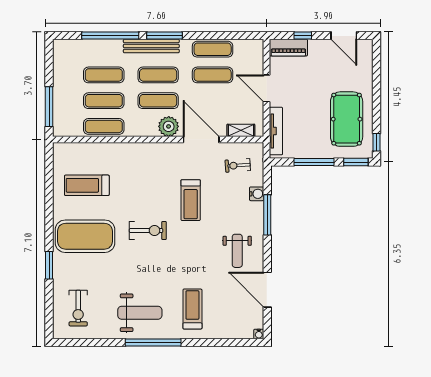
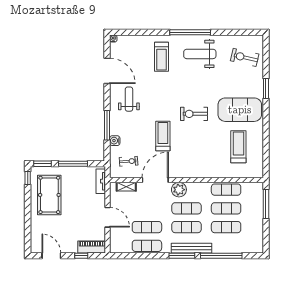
tv unit: (276, 131) -> (101, 181), width x0.71
door: (201, 139) -> (155, 180), swing flipped
treadmill: (87, 185) -> (238, 147), turned -90
exercise bike: (78, 308) -> (245, 57), turned -77

